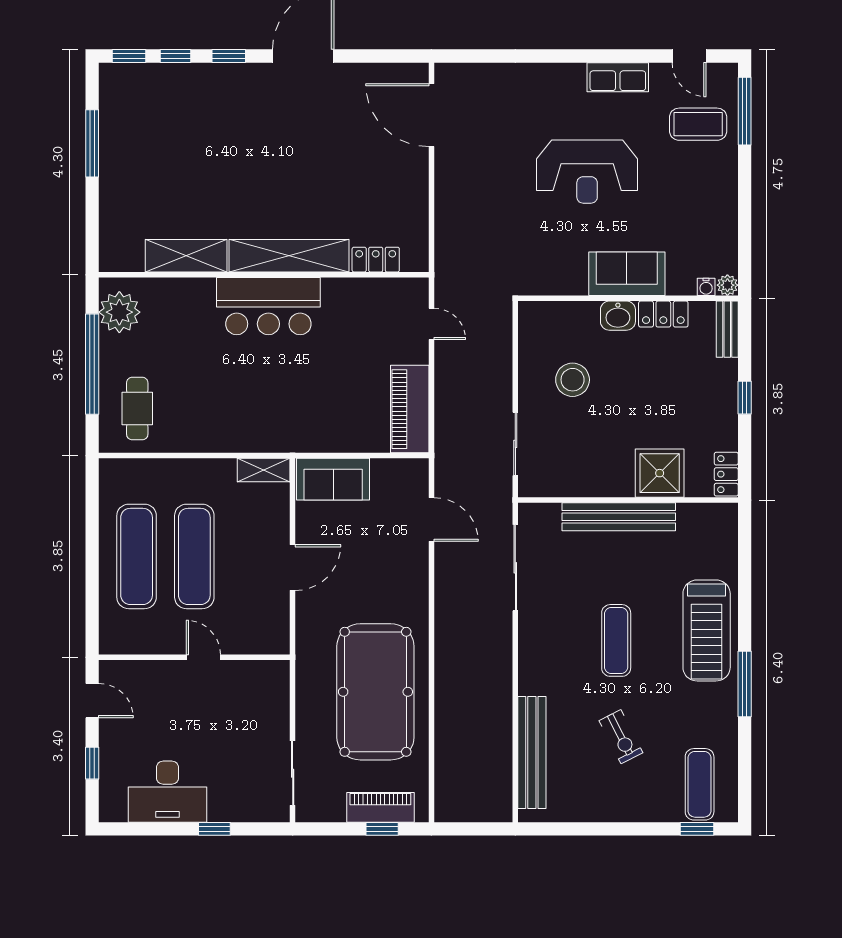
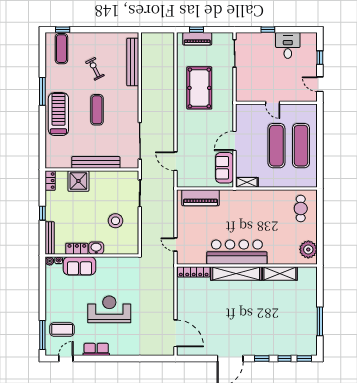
door: (689, 56) -> (66, 359), hinge flipped
locker: (376, 260) -> (194, 272), width x1.53
sofa: (627, 274) -> (79, 266), moved
bar counter: (268, 306) -> (237, 252), width x1.36
bench: (727, 329) -> (50, 238), width x1.36
window: (92, 364) -> (320, 227), removed
piano: (410, 409) -> (200, 198), moved, turned 90
sofa: (333, 479) -> (225, 168), moved, turned -90
pool table: (375, 692) -> (199, 88), width x0.73, depth x0.76
desk: (168, 792) -> (288, 45), width x0.73

